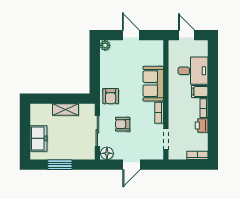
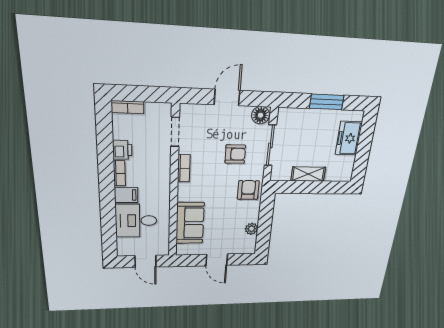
plant: (105, 45) -> (251, 229), moved
sofa: (153, 84) -> (190, 223), moved

